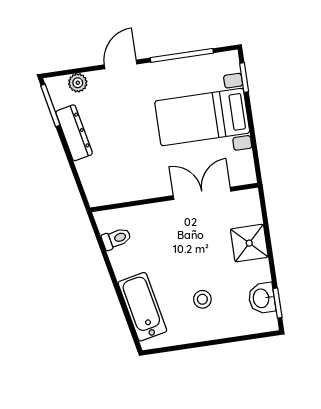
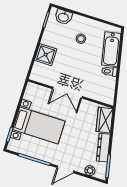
wardrobe: (95, 180) -> (105, 120), added
double door: (202, 193) -> (67, 93), moved
toilet: (116, 239) -> (109, 71), moved
washbasin: (262, 298) -> (63, 17), moved, turned 90

